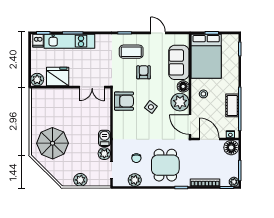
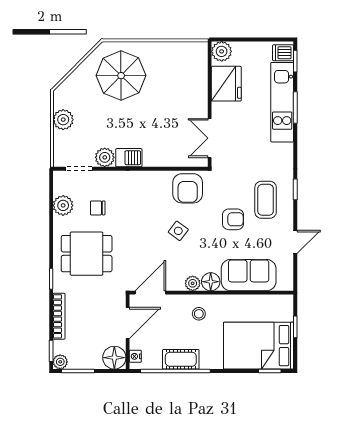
bed: (206, 56) -> (259, 346), moved
plant: (180, 102) -> (193, 283), width x0.53, depth x0.53

